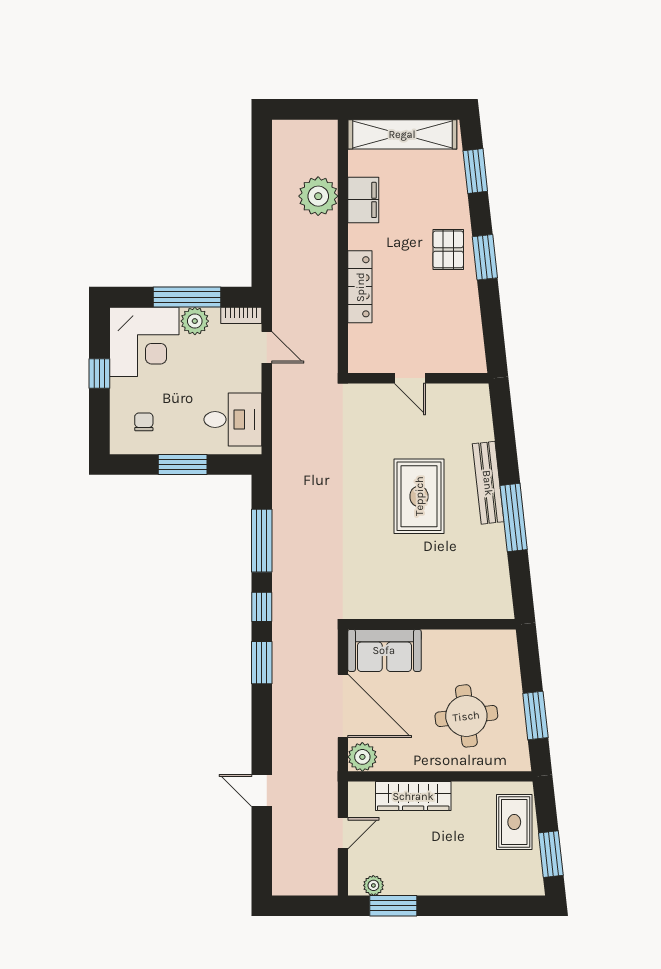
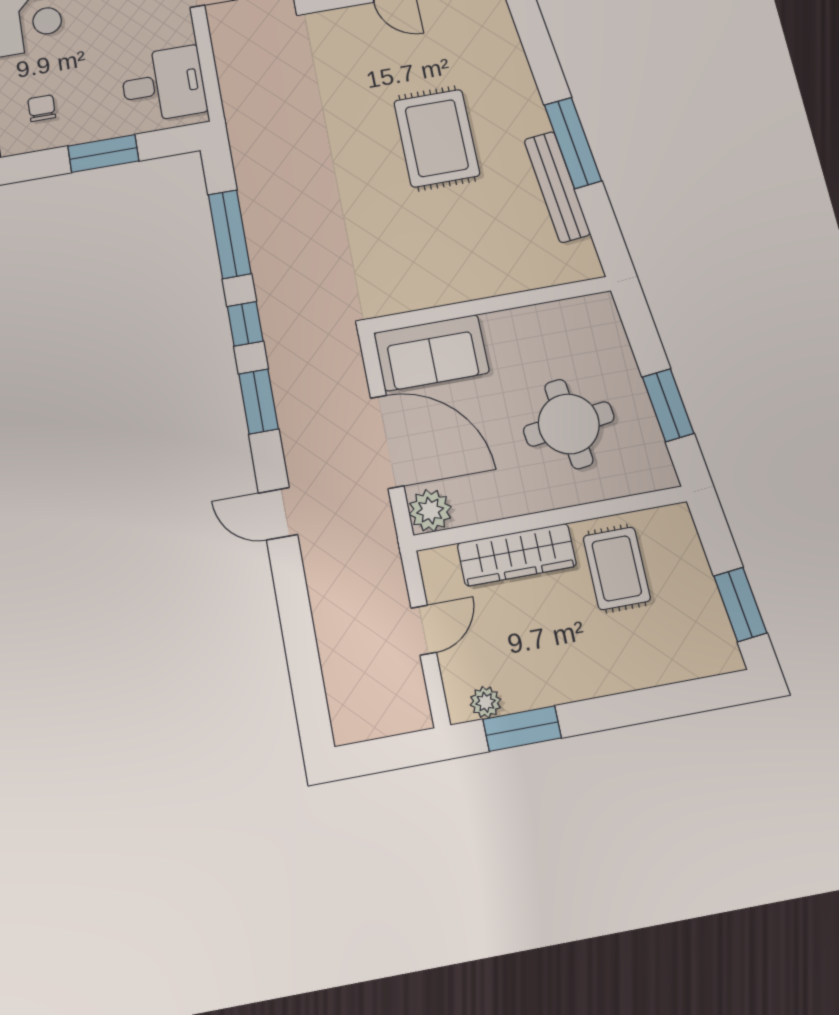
bench: (488, 483) -> (557, 187), moved
door: (262, 790) -> (278, 514), moved
rug: (514, 822) -> (617, 568), moved

